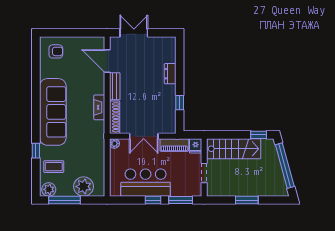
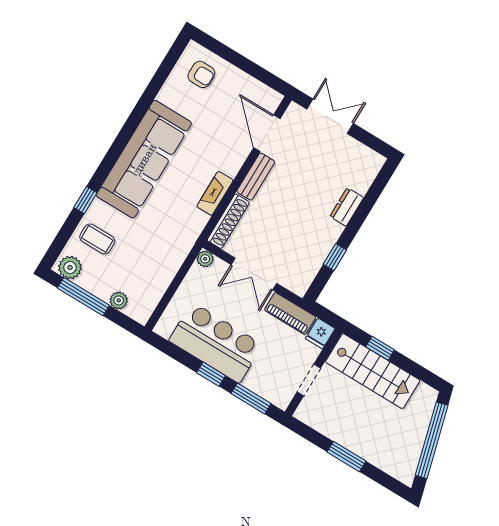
window: (259, 135) -> (380, 348), moved
plant: (84, 187) -> (119, 300), width x0.53, depth x0.53

